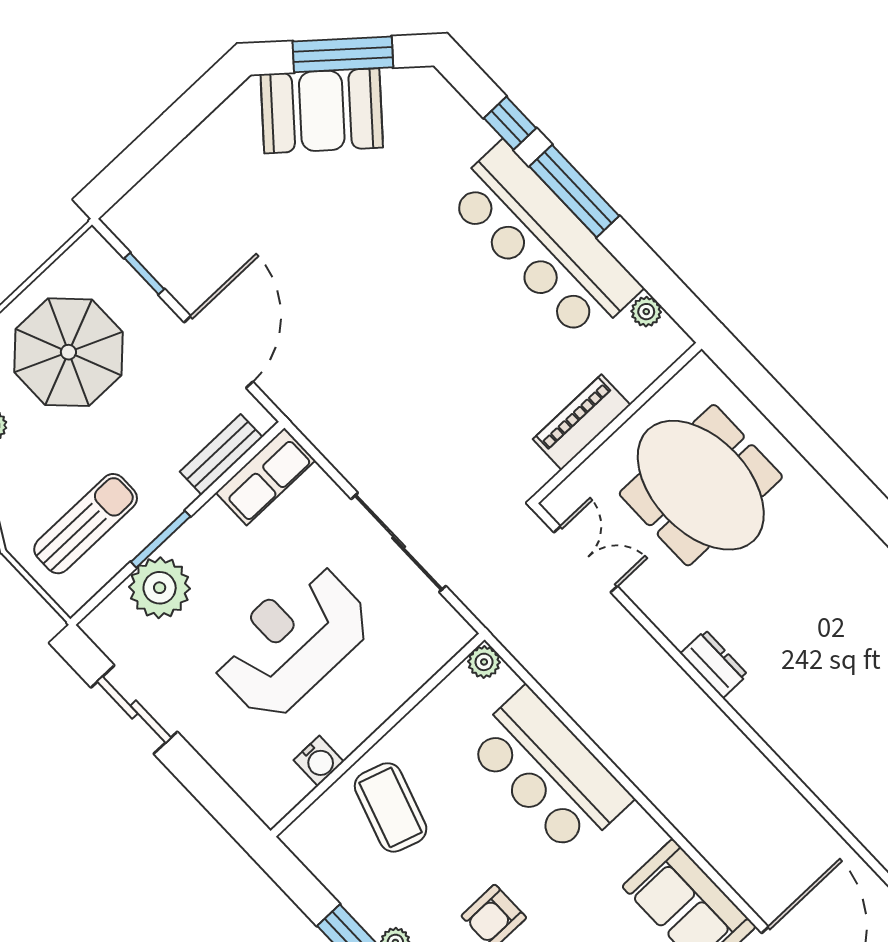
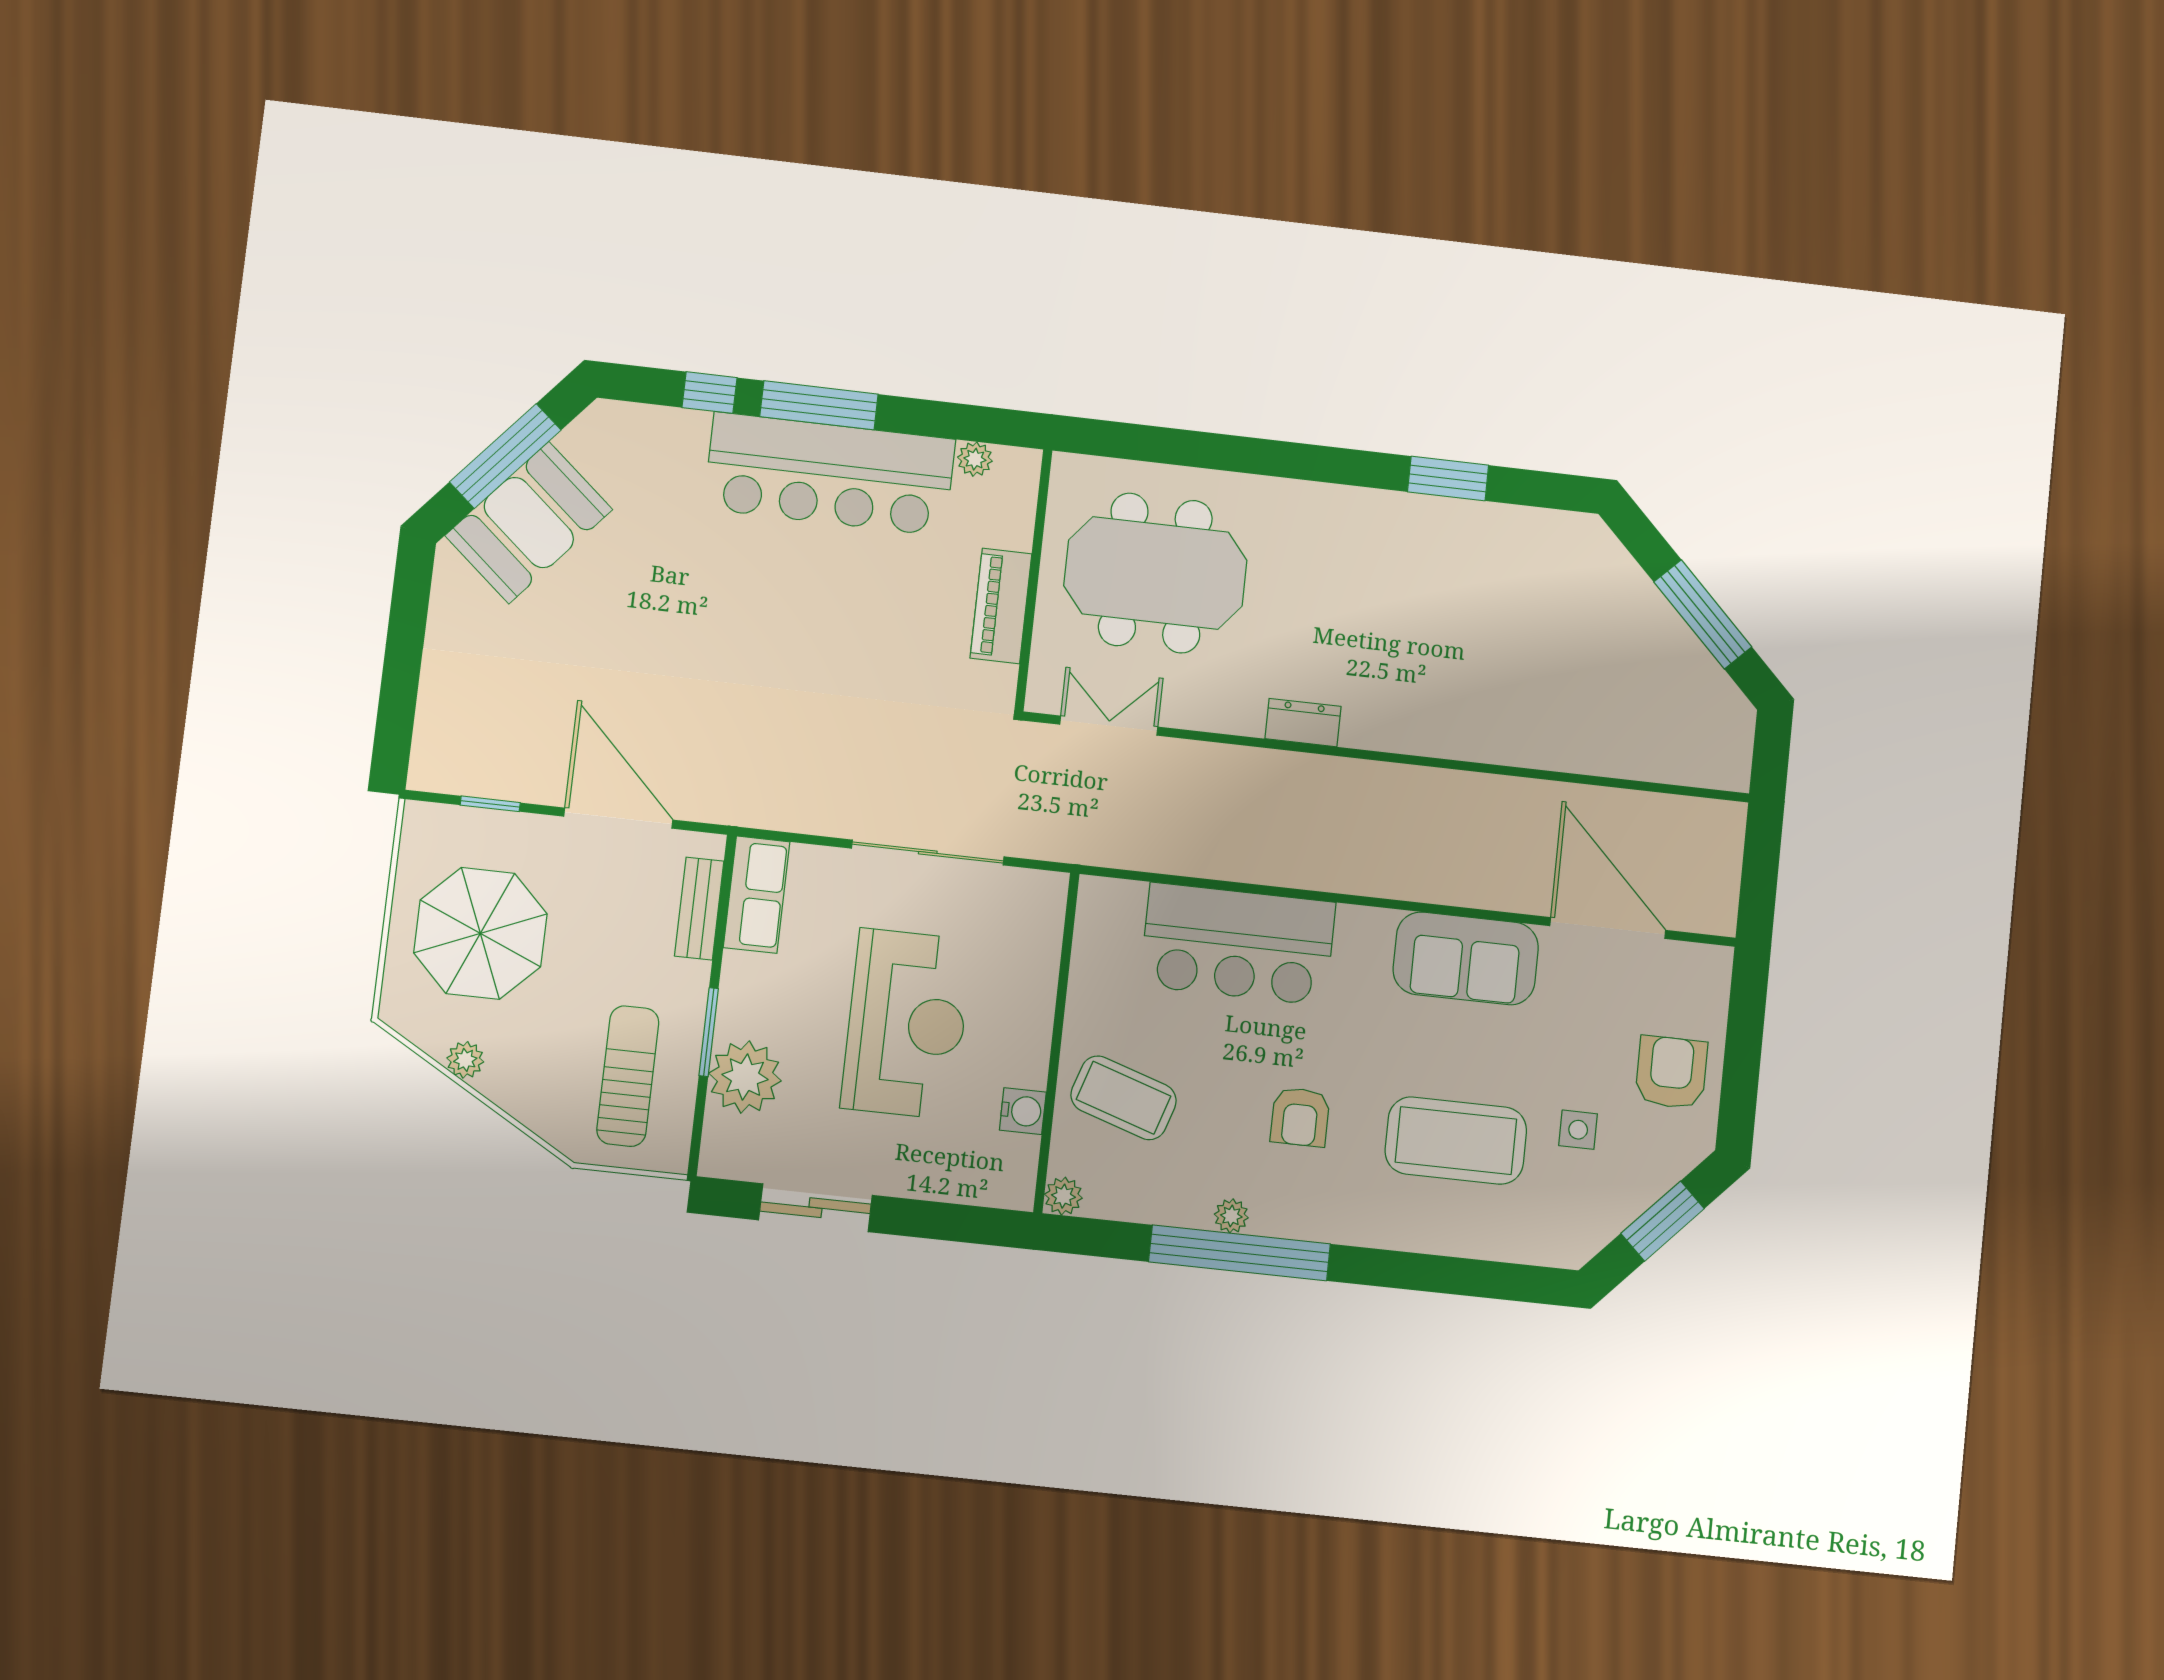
reception desk: (291, 641) -> (906, 1024), turned 180
plant: (484, 662) -> (1063, 1196), moved

